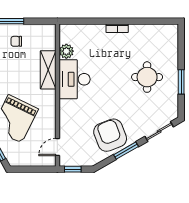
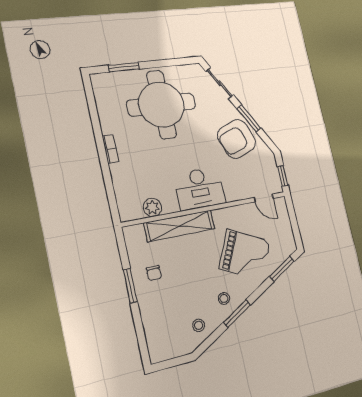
shelving: (48, 70) -> (180, 226), width x1.47
round table: (147, 77) -> (161, 105), width x1.86, depth x1.86
desk: (75, 79) -> (200, 188), moved
window: (181, 82) -> (124, 67), moved

